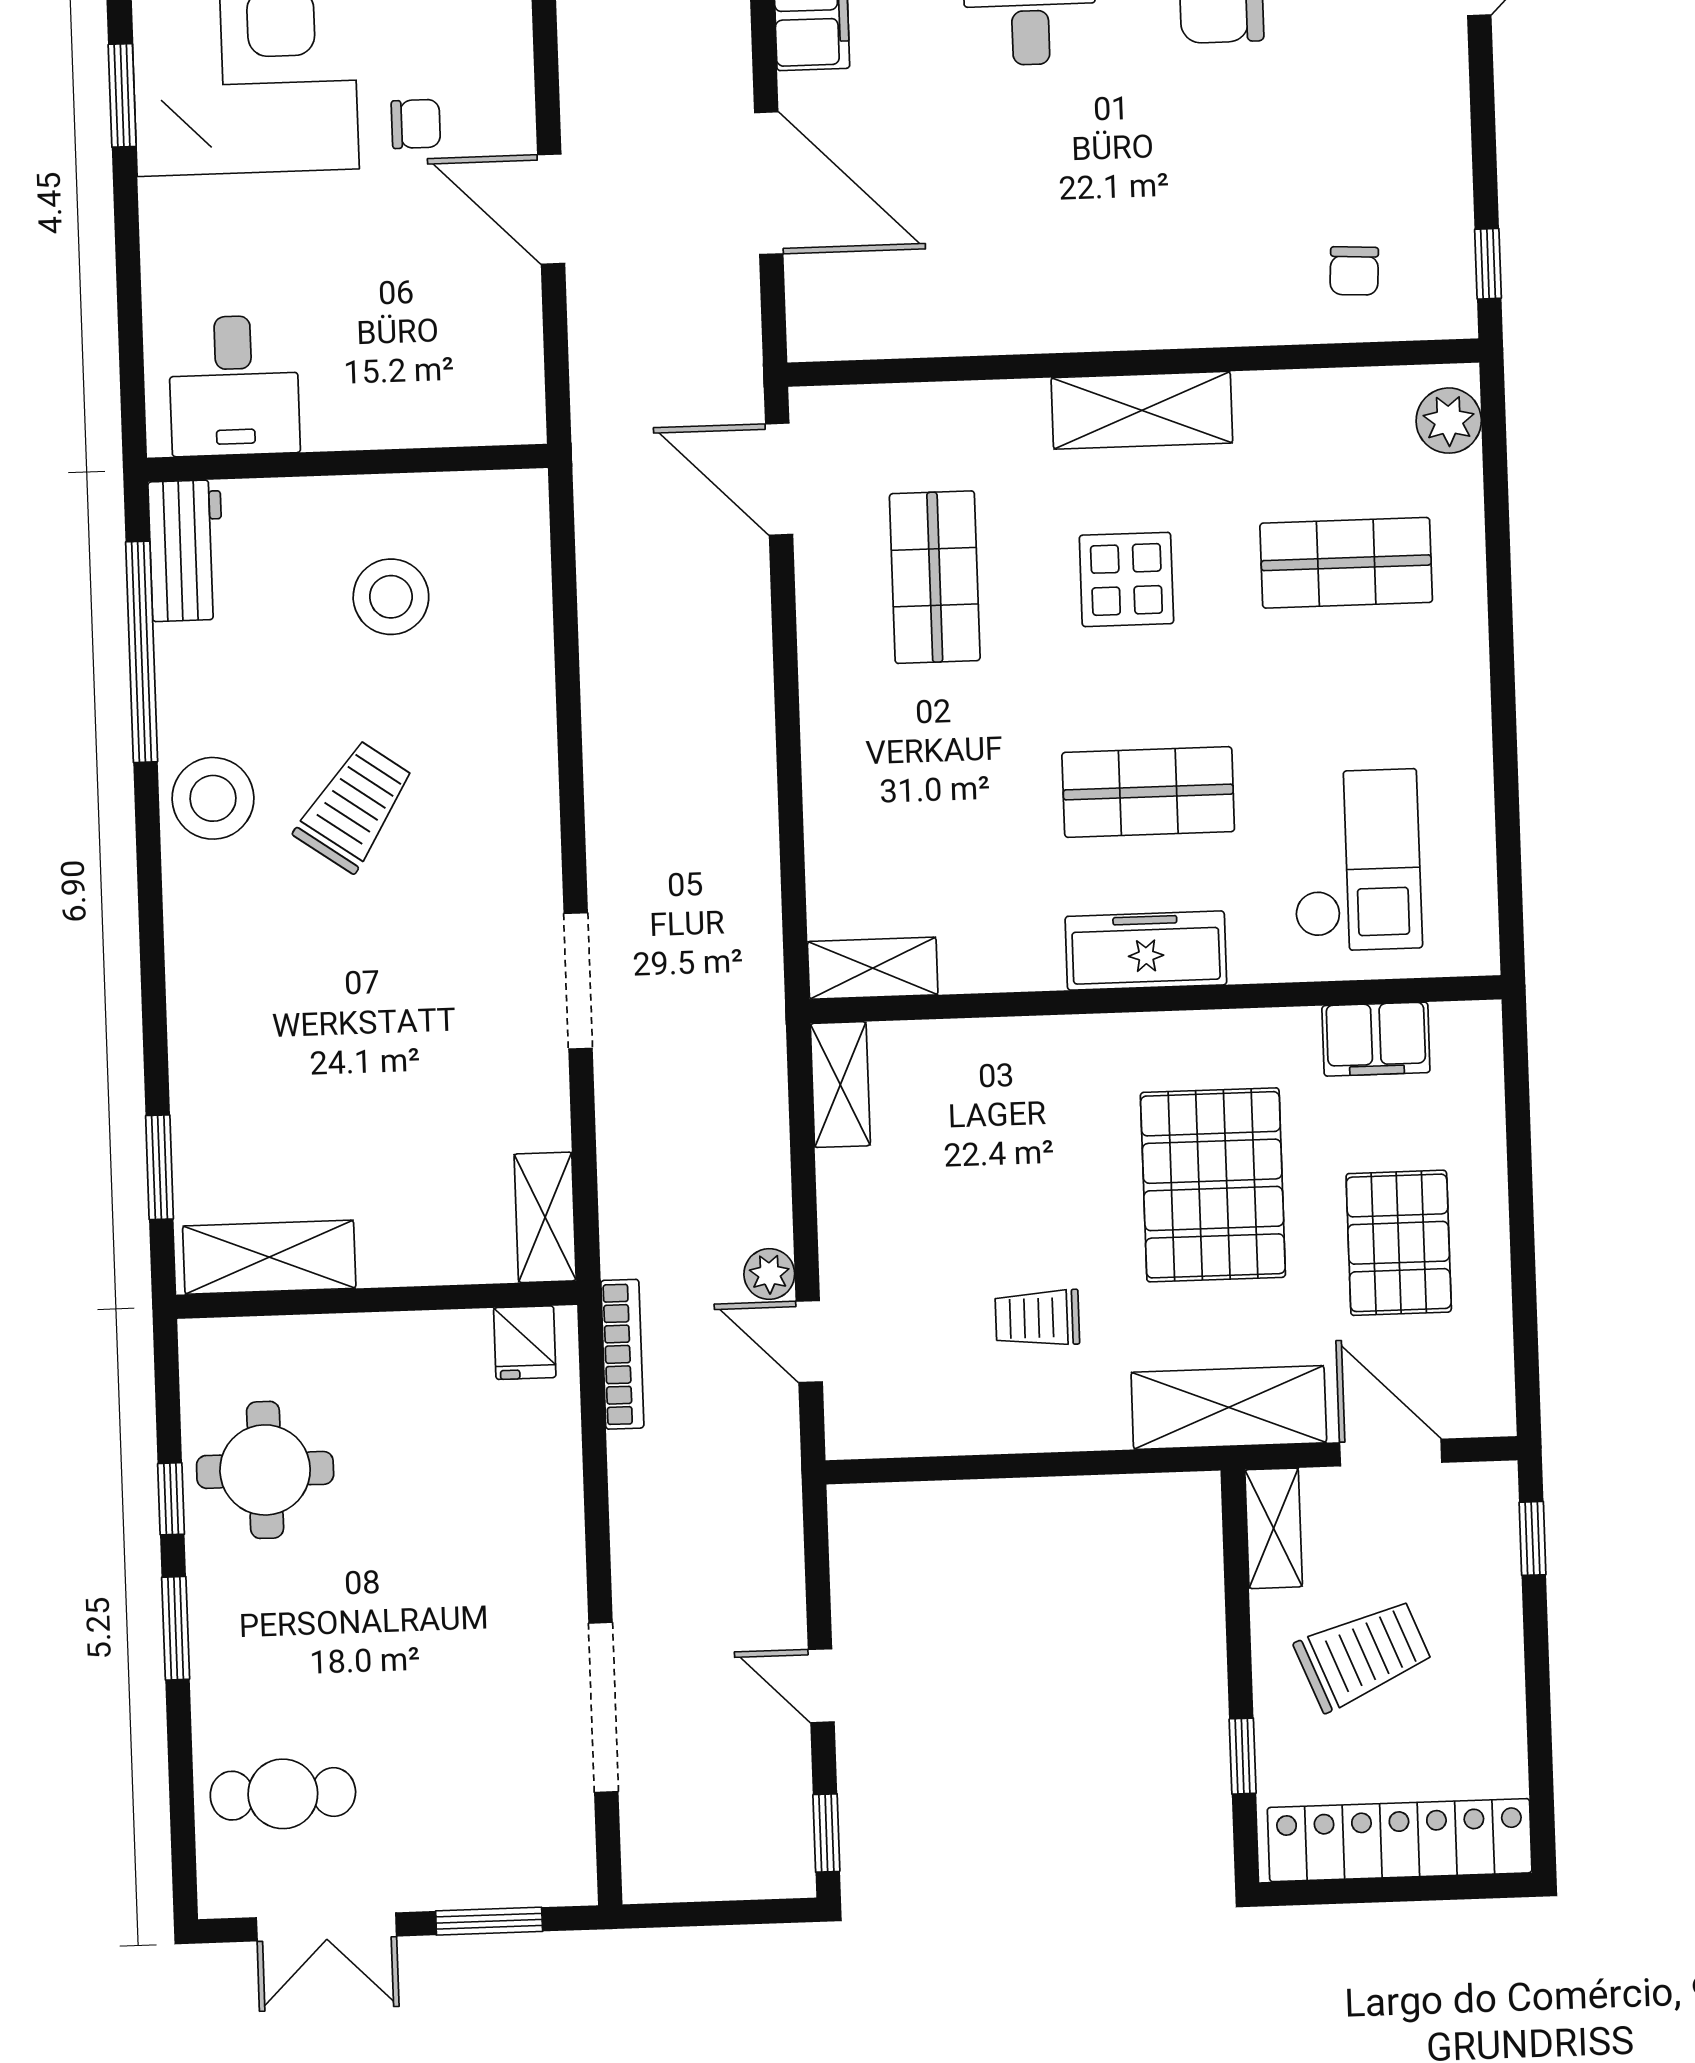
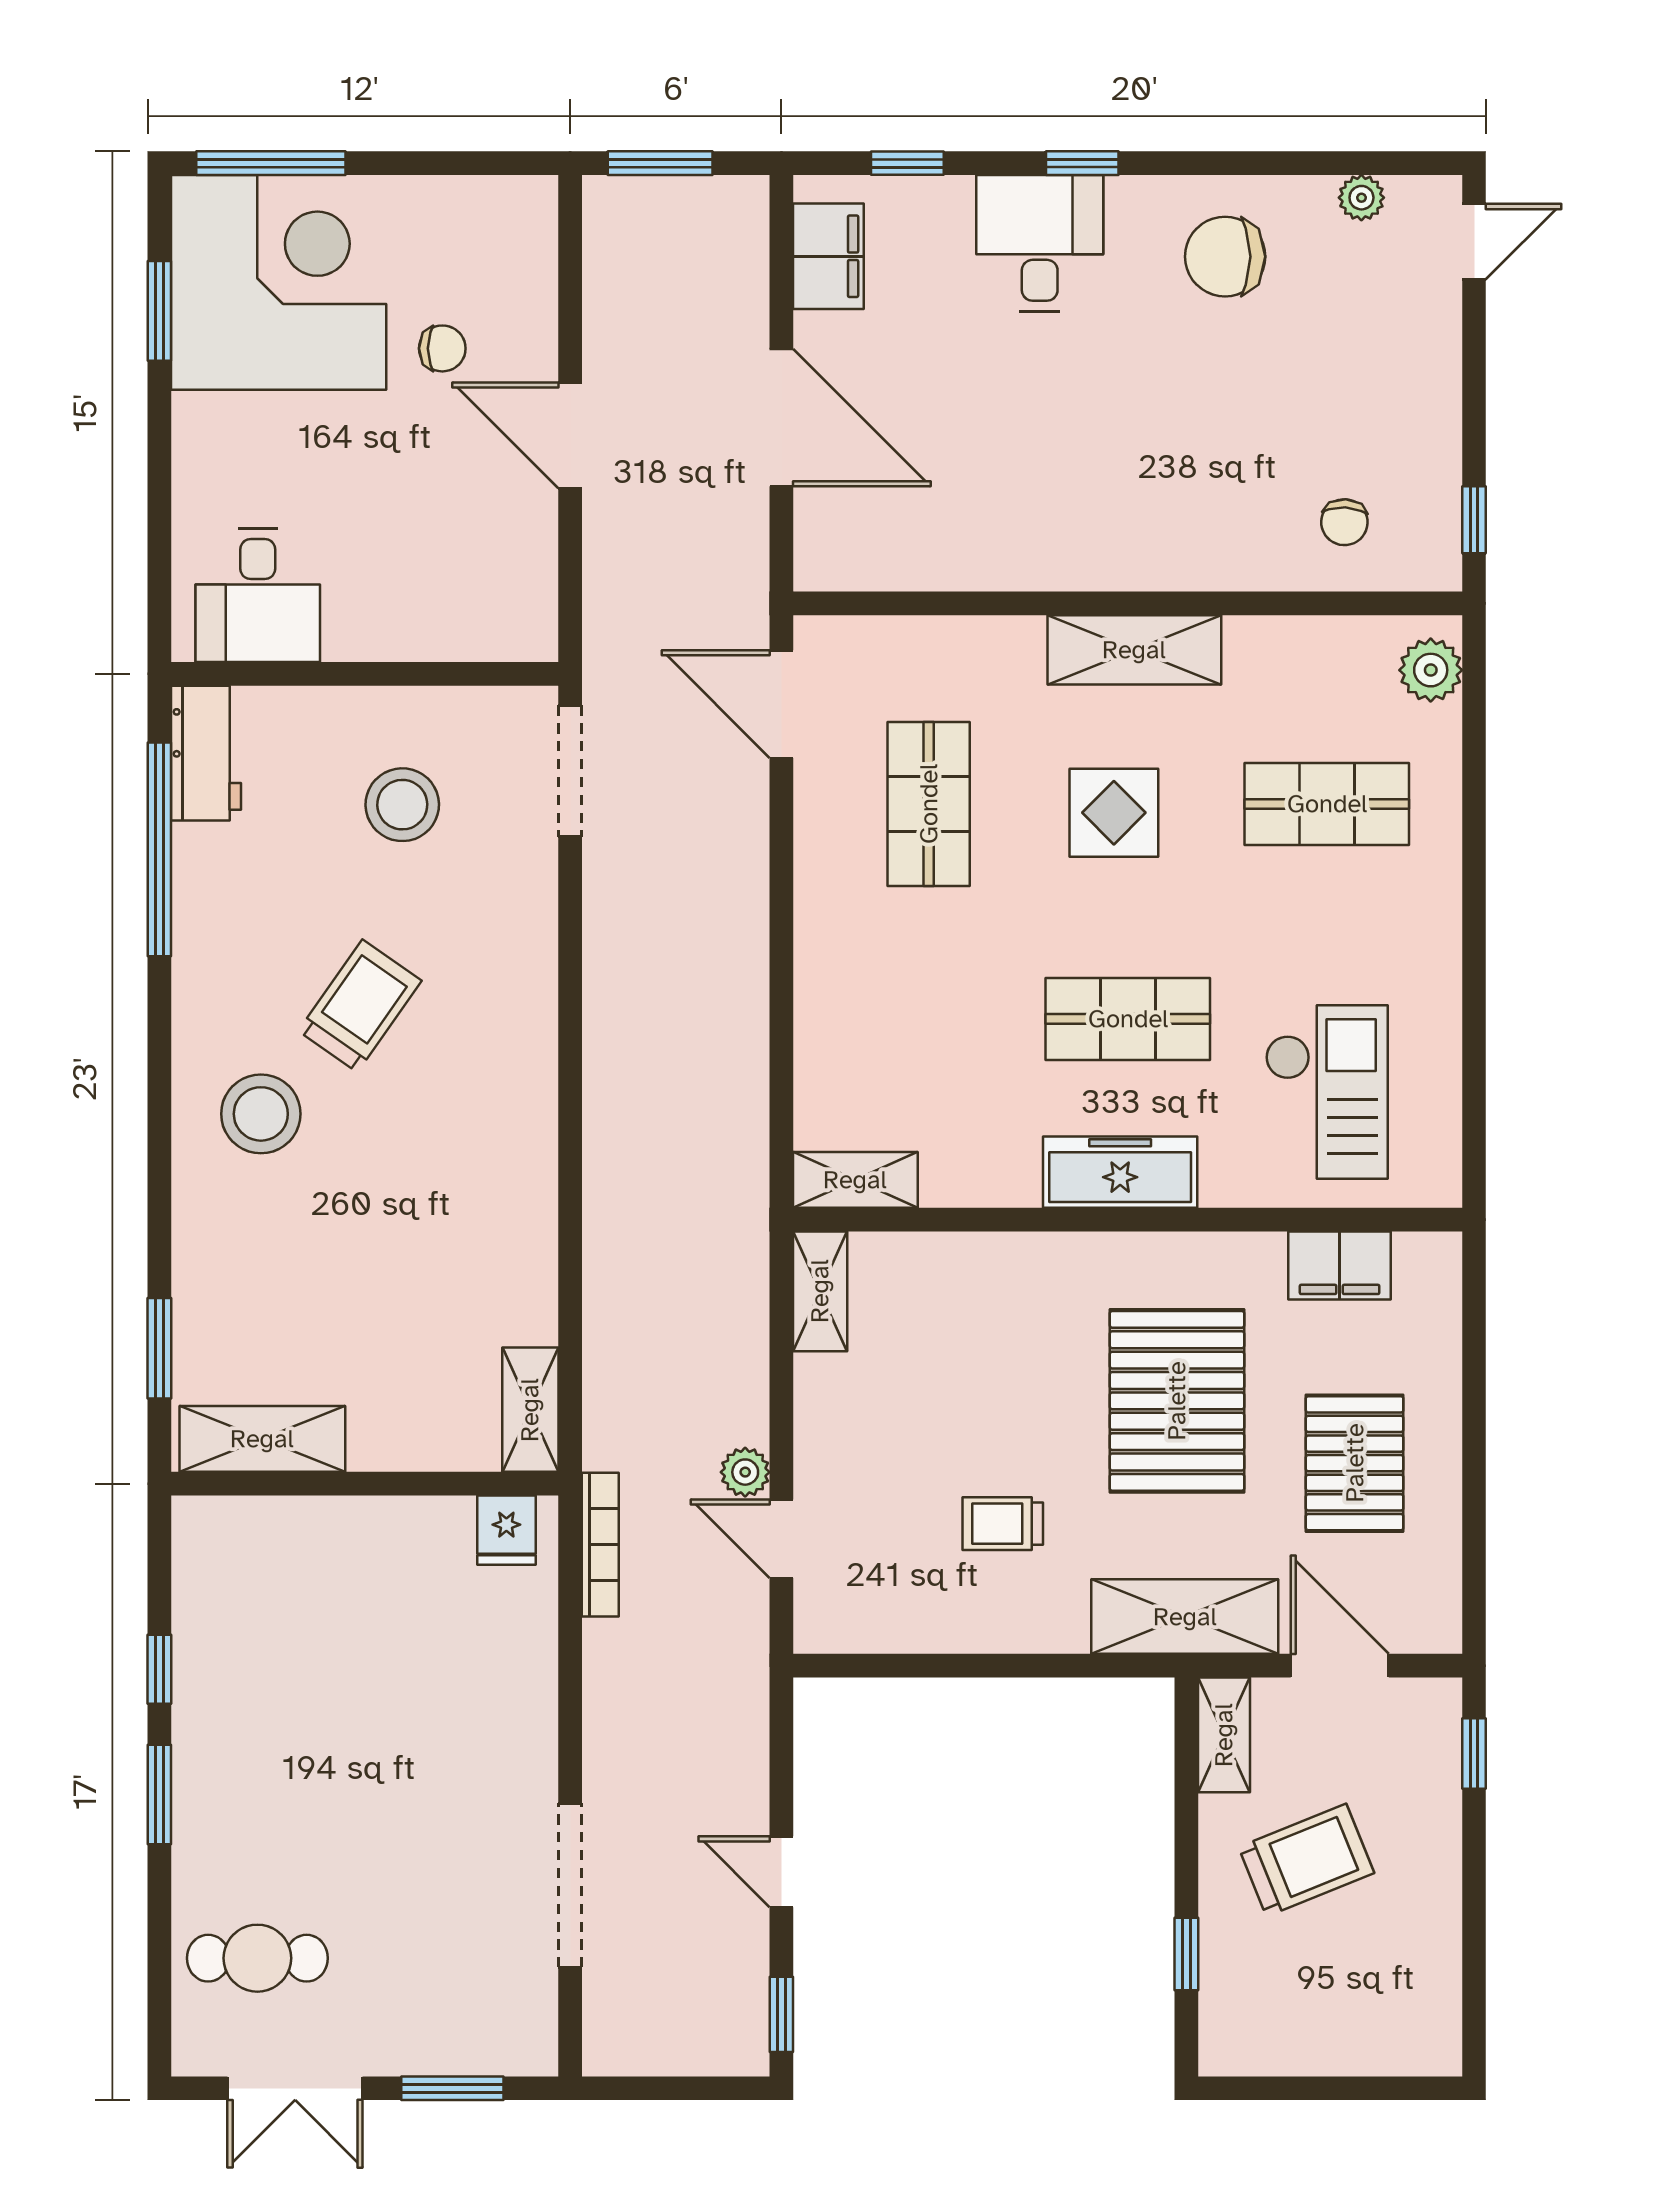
stool: (213, 798) -> (261, 1114), moved
doorway: (578, 981) -> (570, 771), moved
round table: (265, 1470) -> (251, 1644), removed
locker: (1400, 1840) -> (1335, 2041), removed

